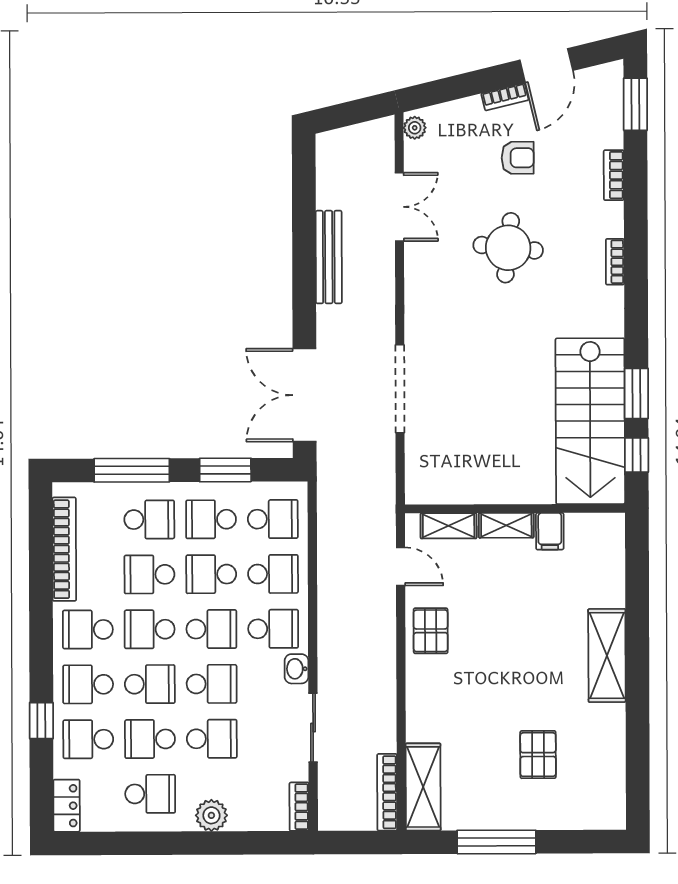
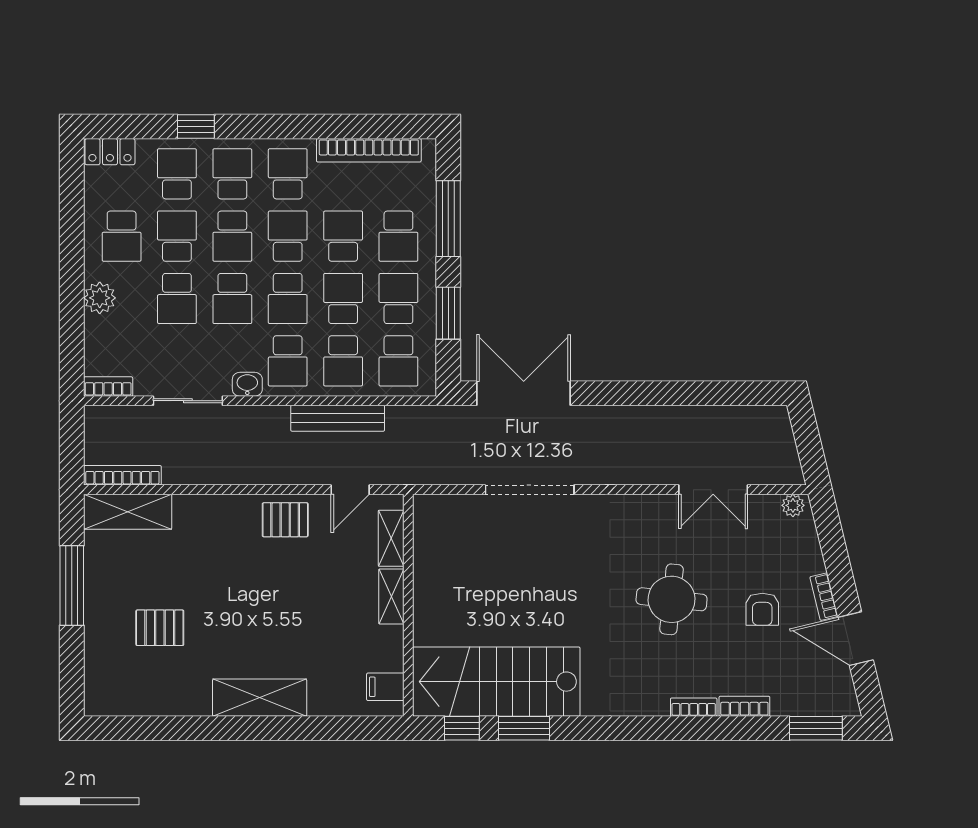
bench: (329, 257) -> (338, 418), moved
bookcase: (615, 262) -> (694, 707), moved
filing cabinet: (550, 531) -> (385, 687), moved

